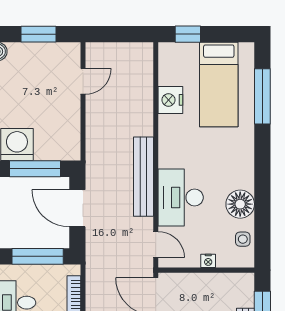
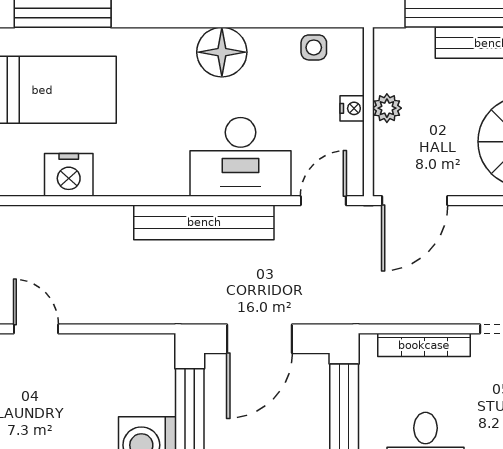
floor lamp: (240, 204) -> (222, 52), moved
plant: (208, 281) -> (387, 108), added

